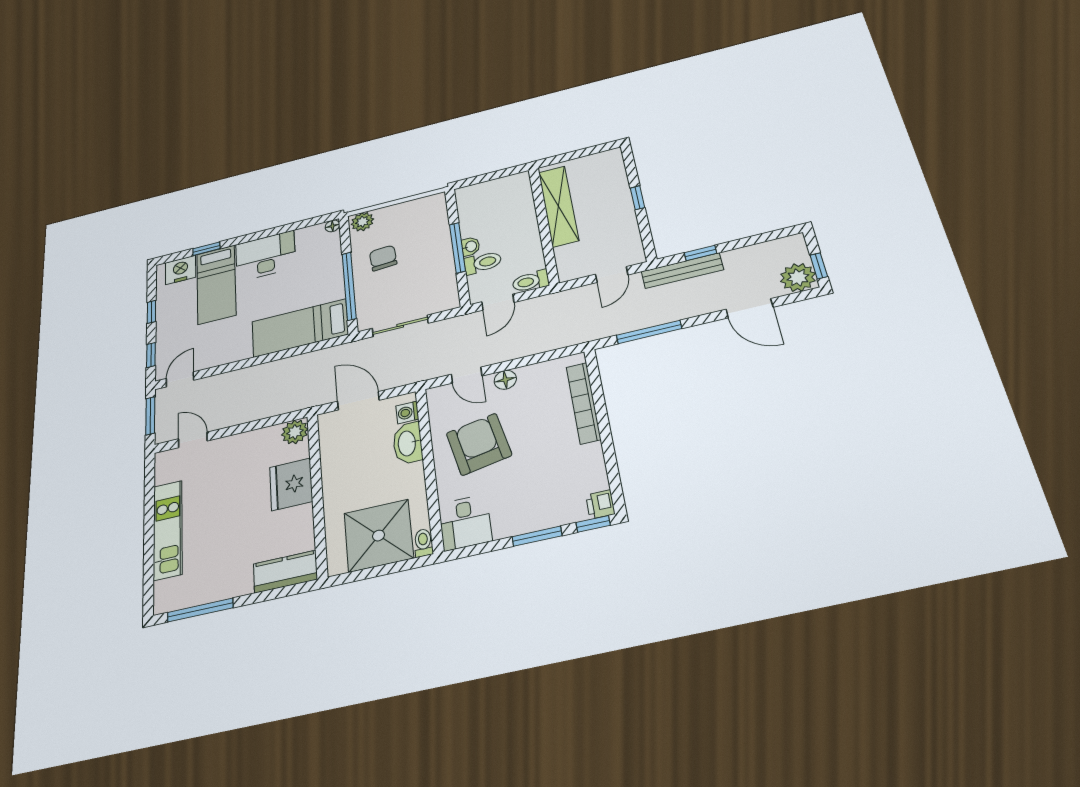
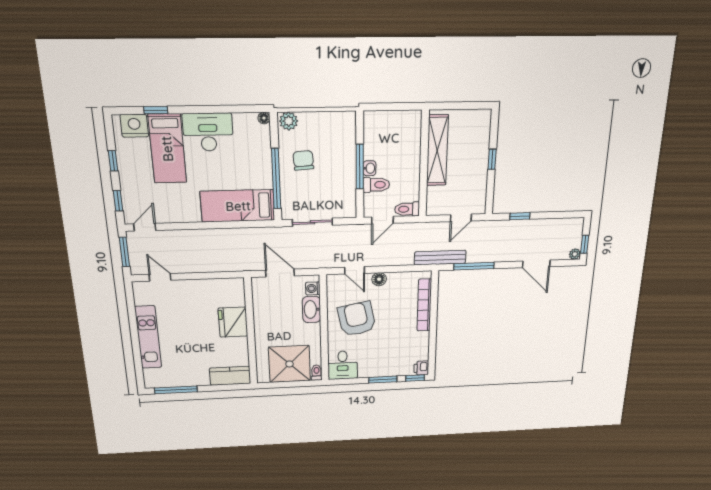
bench: (682, 271) -> (440, 258), moved
plant: (798, 277) -> (575, 254), width x0.53, depth x0.53
plant: (295, 432) -> (235, 286), removed

